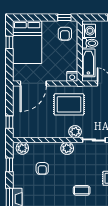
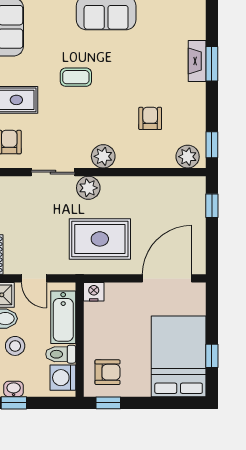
armchair: (65, 34) -> (107, 372), turned 90
window: (9, 165) -> (212, 145), moved

